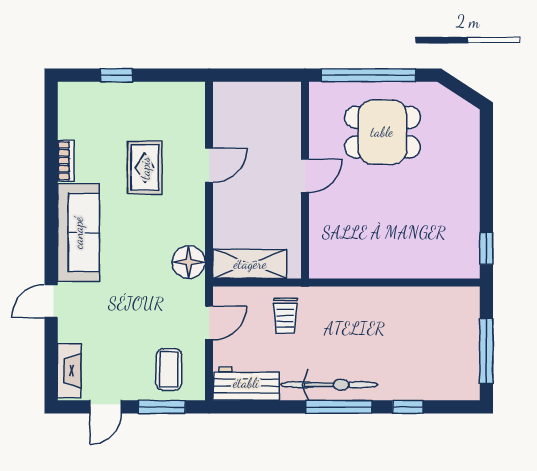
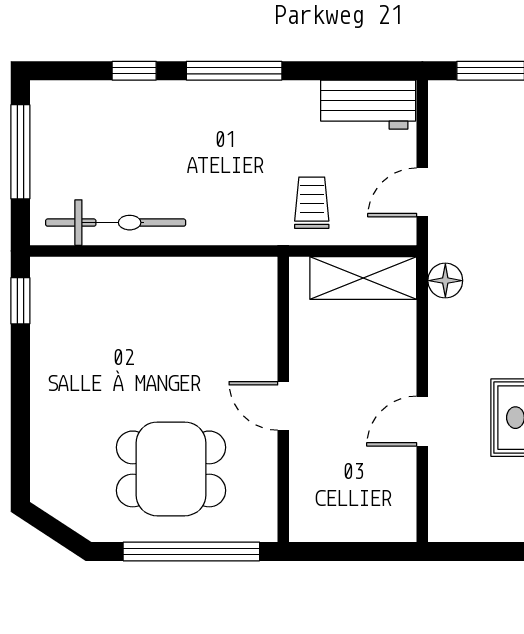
door: (305, 176) -> (283, 406), hinge flipped
floor lamp: (189, 262) -> (445, 281), width x0.73, depth x0.73
coffee table: (169, 369) -> (481, 125), removed
bicycle: (330, 385) -> (116, 223), moved, turned 180

